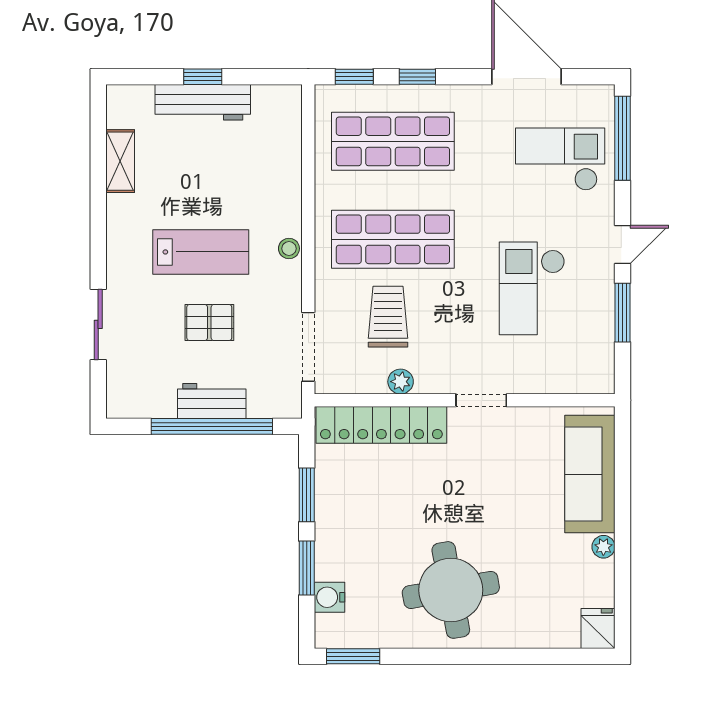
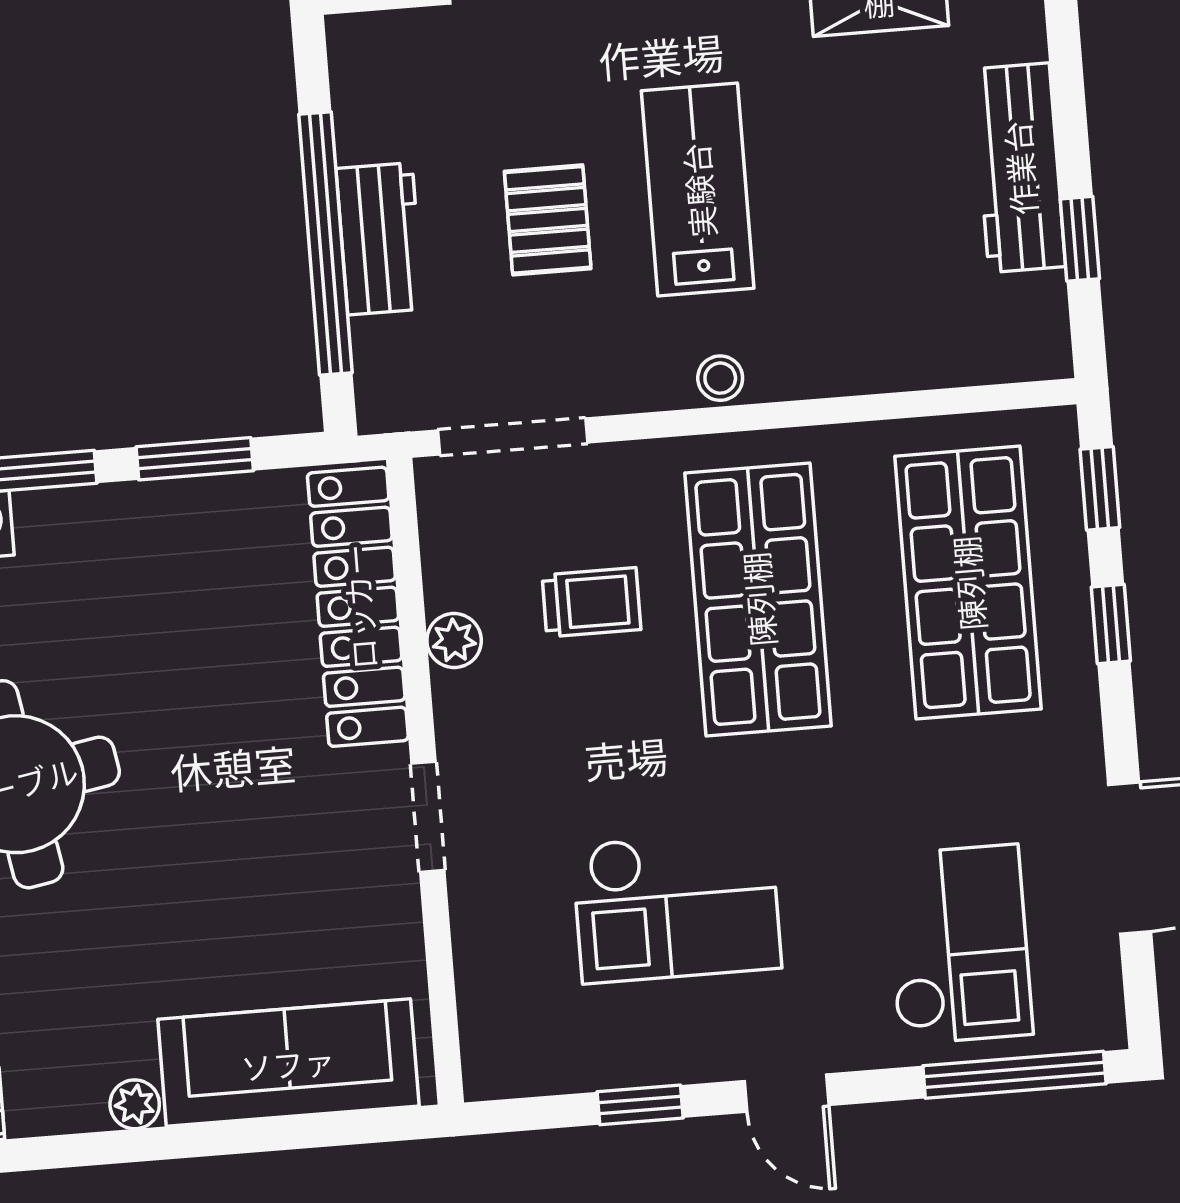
window: (203, 77) -> (1080, 239), moved
lab bench: (201, 252) -> (698, 190), turned 180
checkout: (532, 288) -> (677, 906), turned 180
window: (623, 313) -> (640, 1105), width x0.67
trolley: (388, 317) -> (591, 602), width x0.73, depth x0.72

